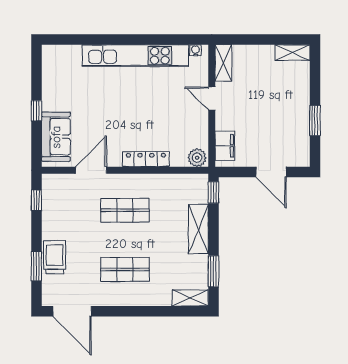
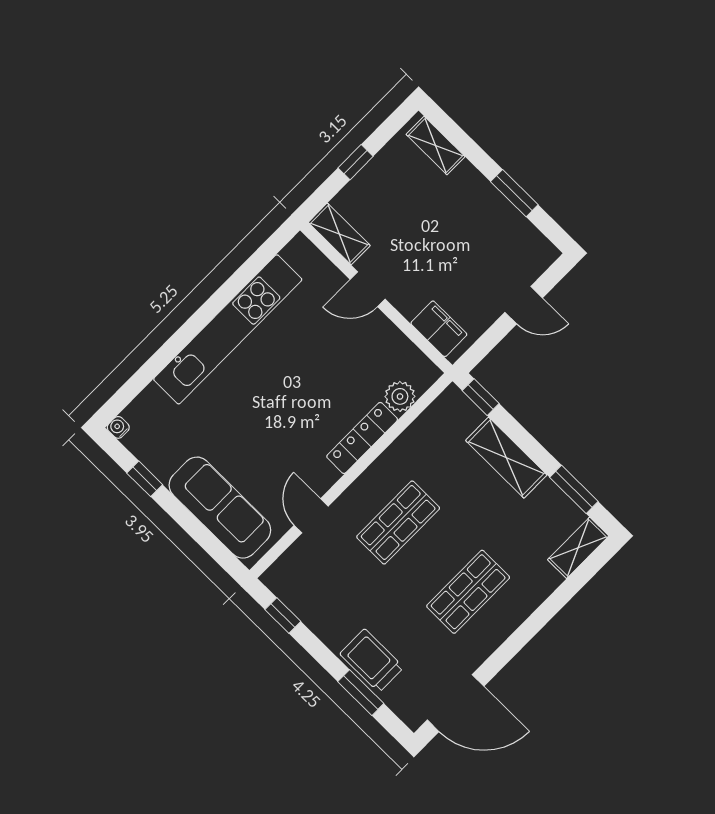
window: (261, 40) -> (356, 162), added
water cooler: (195, 50) -> (118, 427), moved
shelving: (292, 53) -> (436, 146), moved, turned 90
window: (36, 111) -> (145, 479), moved
sofa: (56, 137) -> (220, 508), width x1.36
plant: (197, 158) -> (400, 396), moved
door: (91, 170) -> (311, 516), width x0.73
door: (271, 172) -> (524, 305), width x0.73

